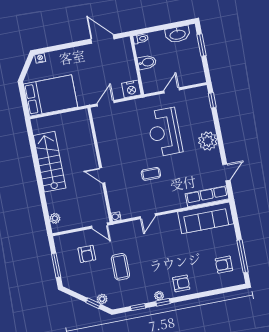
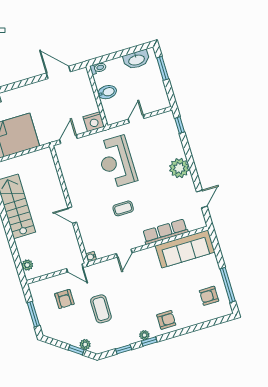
reception desk: (165, 132) -> (117, 162), moved
row of seats: (207, 196) -> (165, 232), moved

